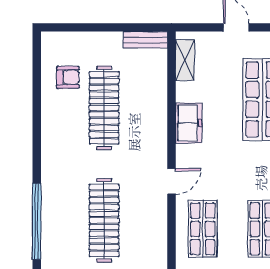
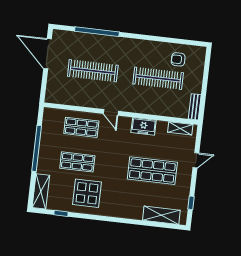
armchair: (68, 77) -> (178, 59), turned 90

